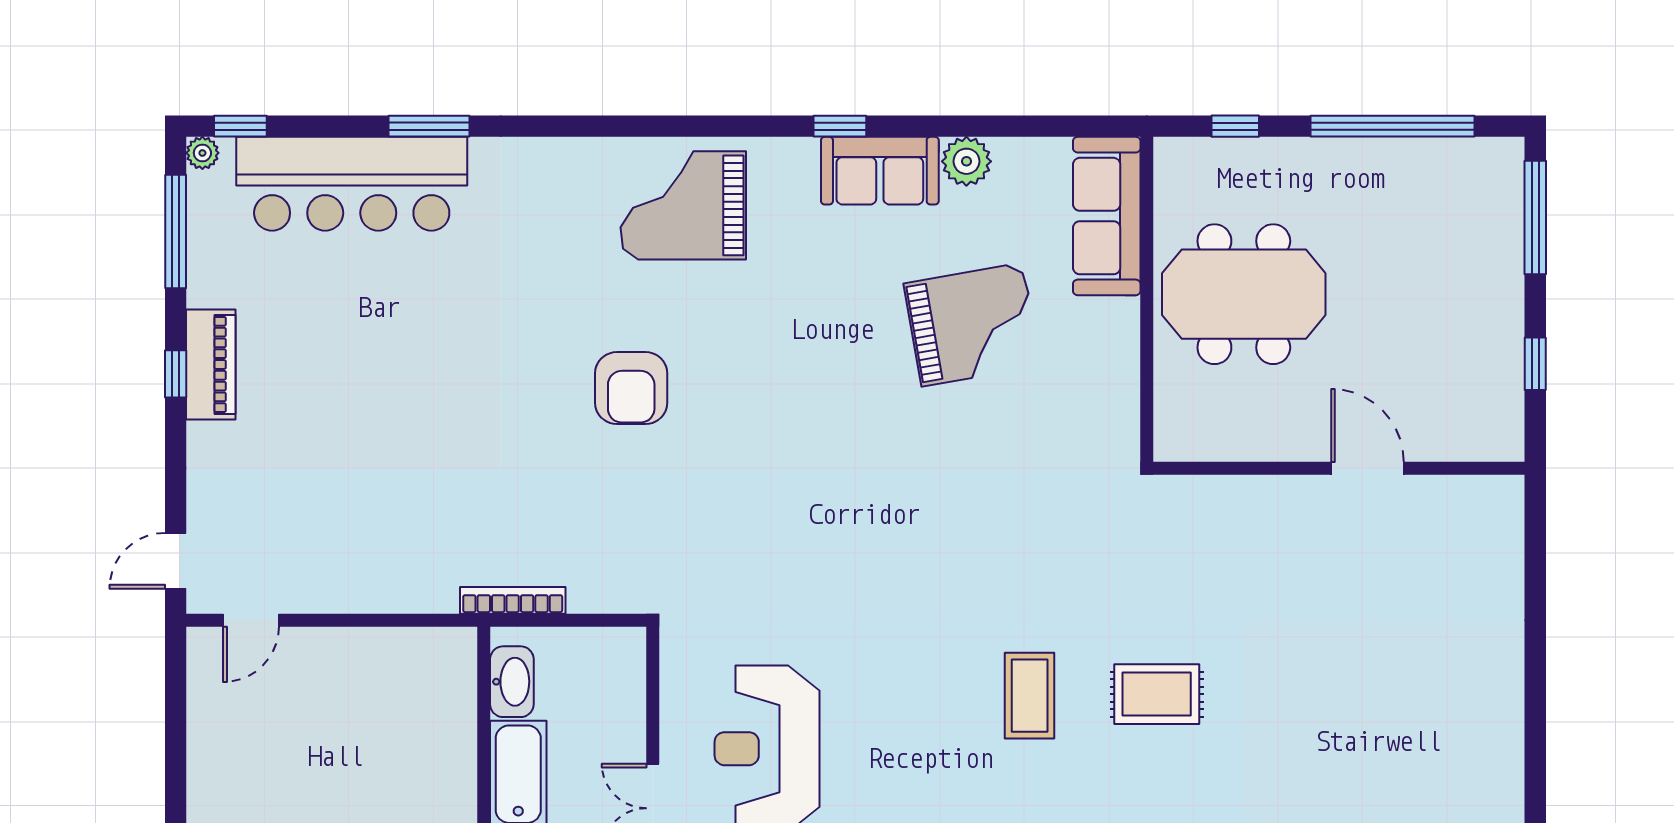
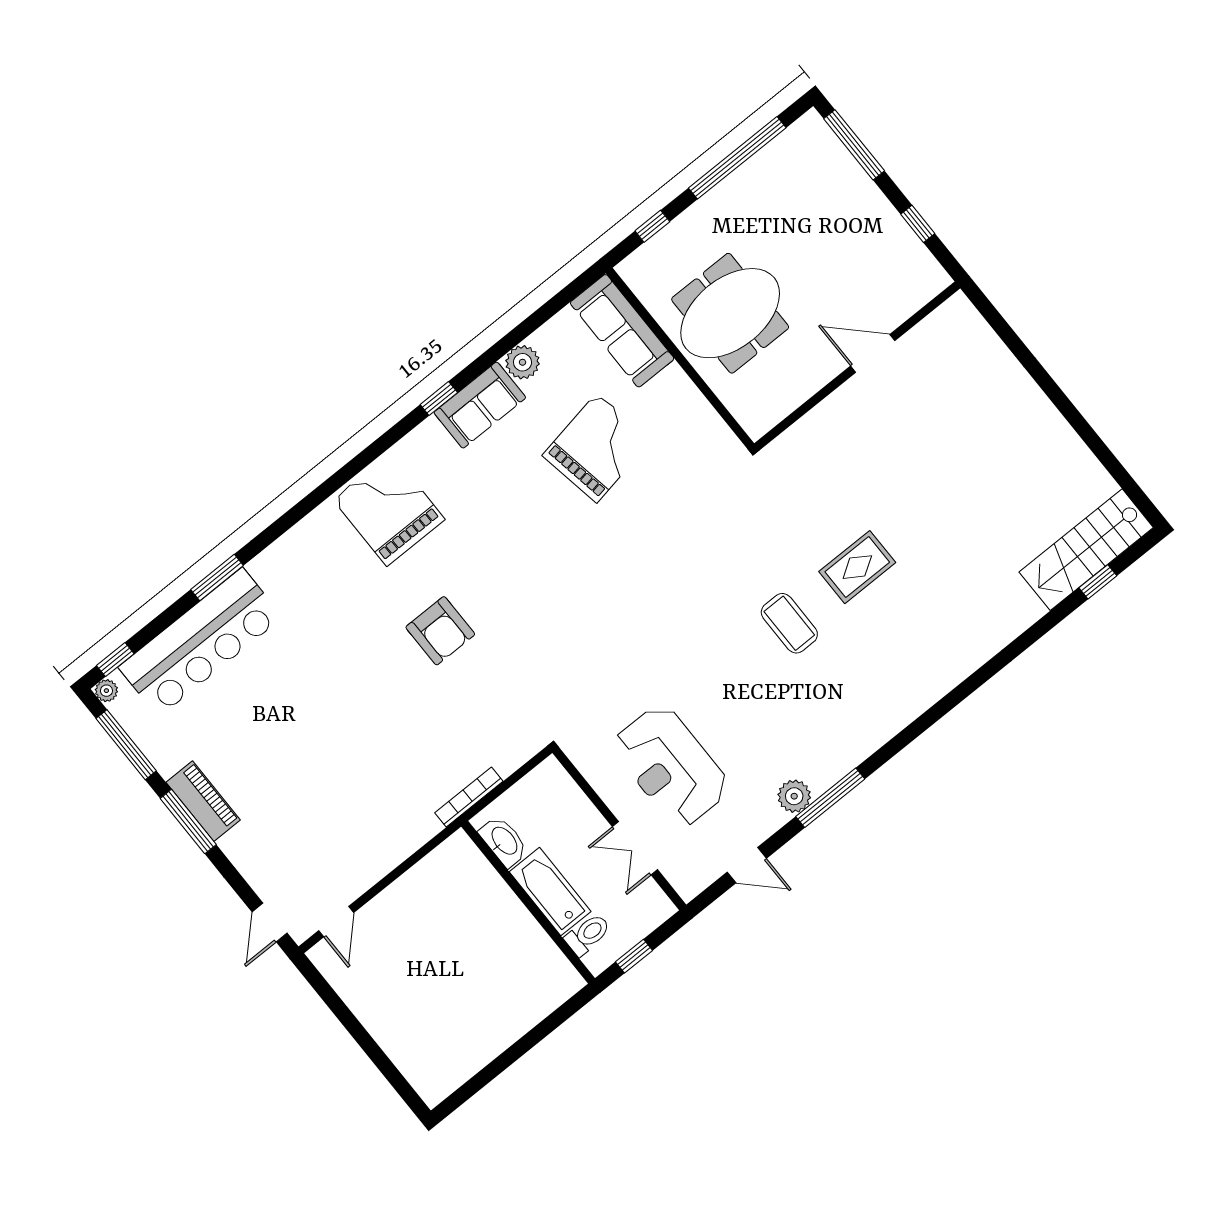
grand piano: (683, 205) -> (389, 509), turned 90
window: (176, 374) -> (188, 822), width x2.17

